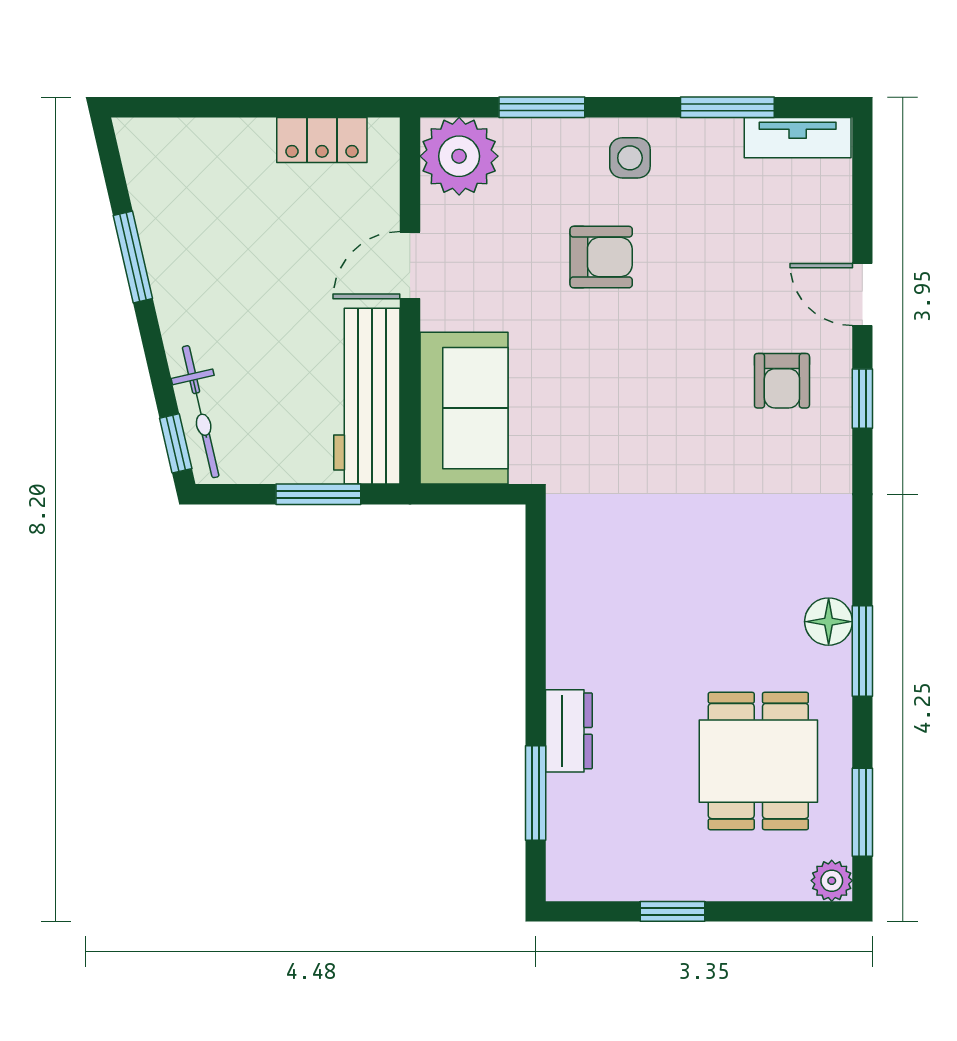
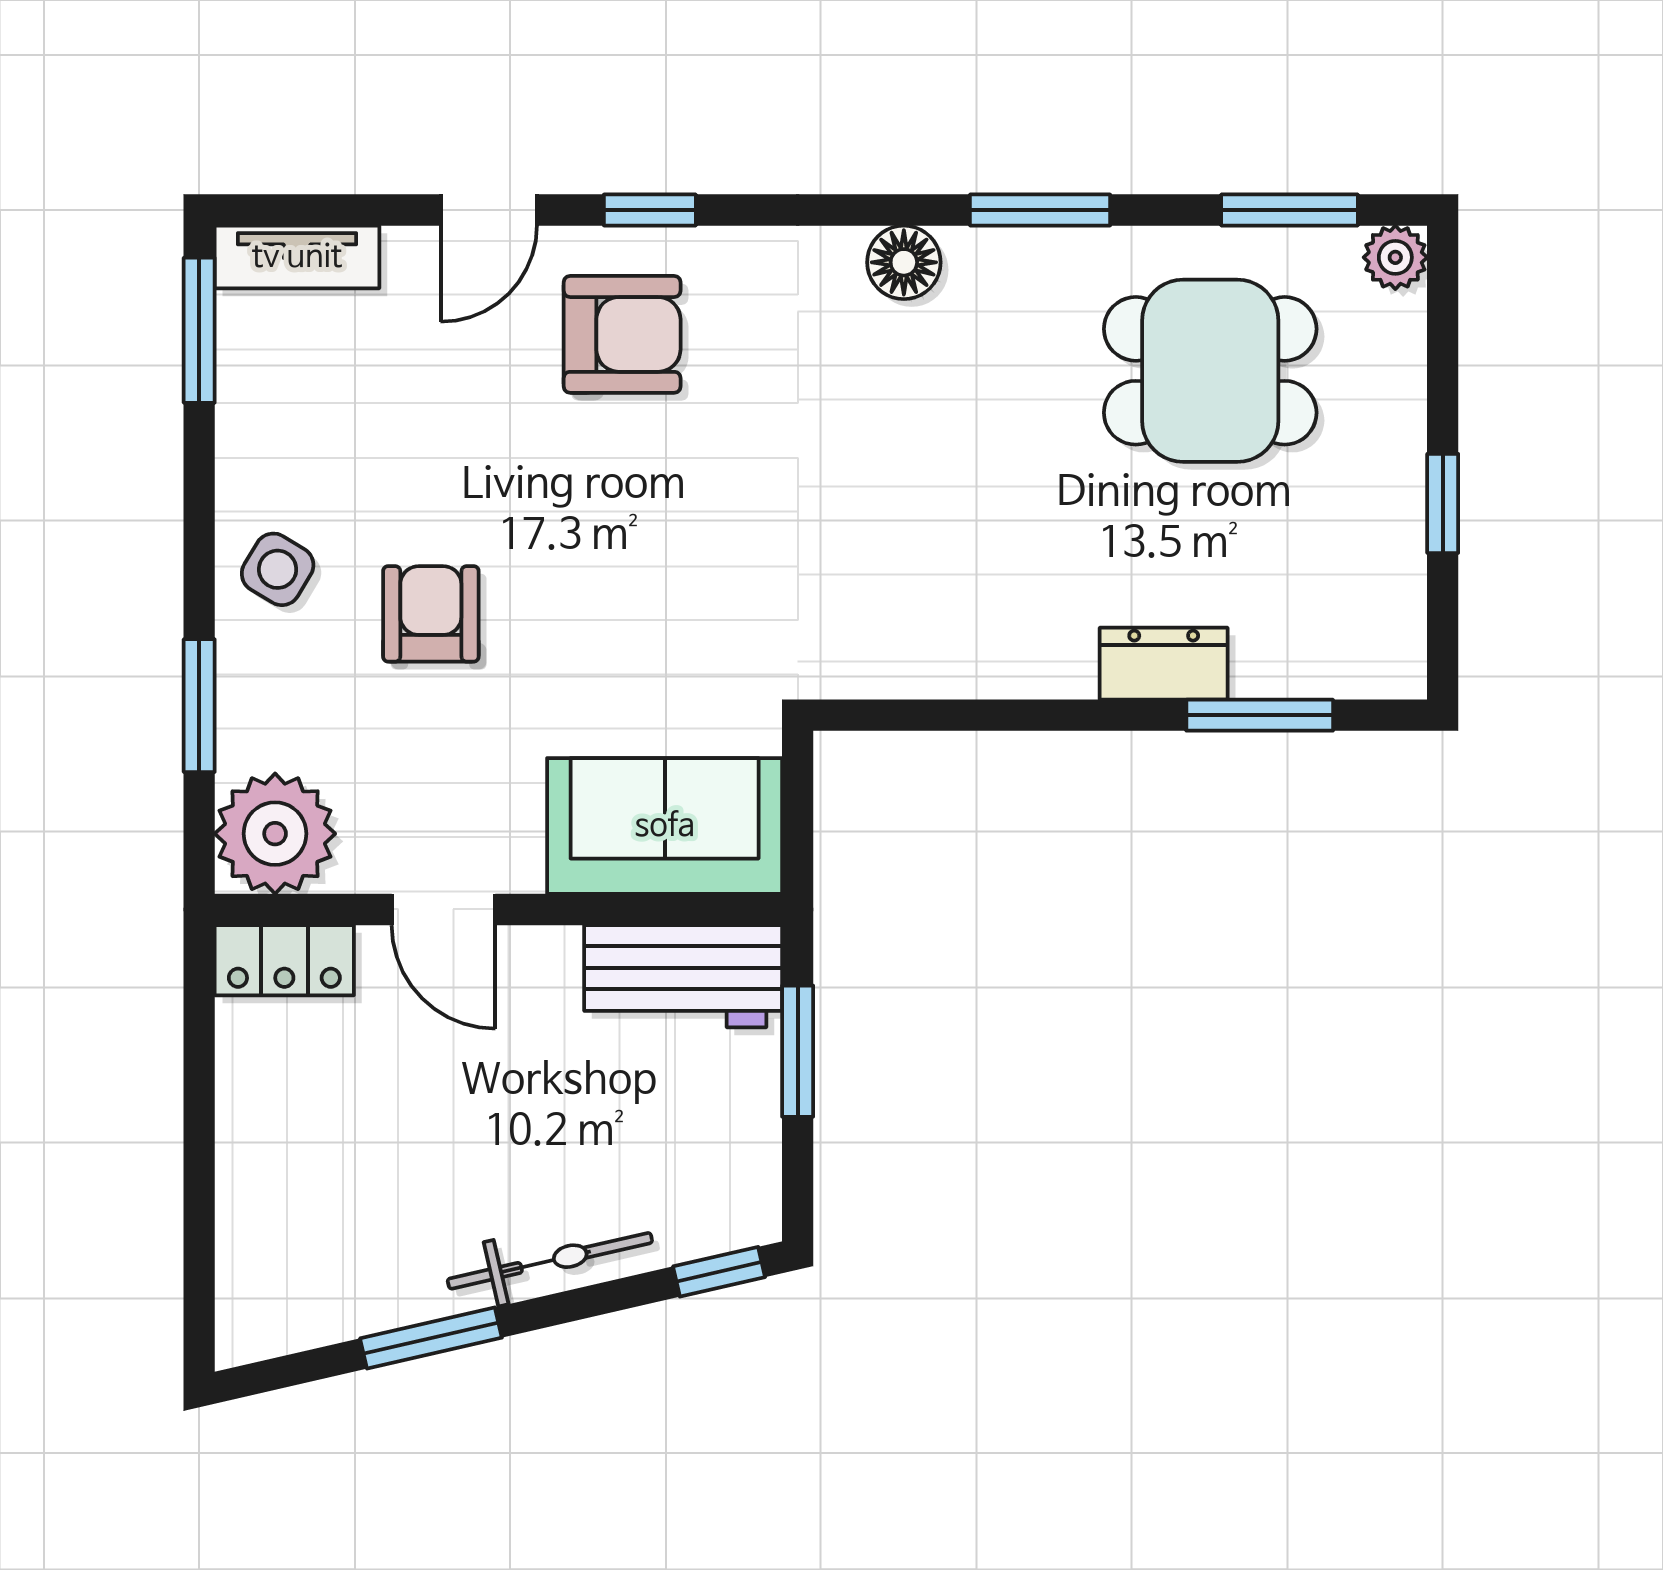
window: (727, 107) -> (199, 330), moved
tv unit: (798, 138) -> (297, 257), moved, turned 90
locker: (322, 140) -> (284, 960), moved, turned 90
side table: (630, 158) -> (278, 569), turned 31
armchair: (782, 381) -> (622, 334), width x1.38, depth x1.38
workbench: (367, 396) -> (683, 976), width x0.73
bicycle: (201, 412) -> (550, 1261), moved
floor lamp: (829, 622) -> (904, 262), moved

